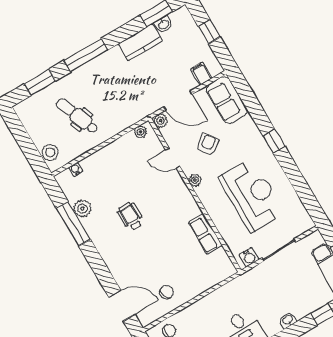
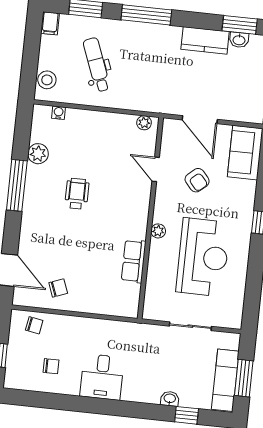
filing cabinet: (201, 74) -> (50, 23), moved, turned 180
plant: (161, 121) -> (170, 126), removed
armchair: (207, 144) -> (197, 180), turned 84
plant: (195, 180) -> (158, 231), moved
window: (73, 224) -> (17, 185), moved
water cooler: (249, 257) -> (158, 312), removed
washbasin: (288, 320) -> (170, 399), moved

